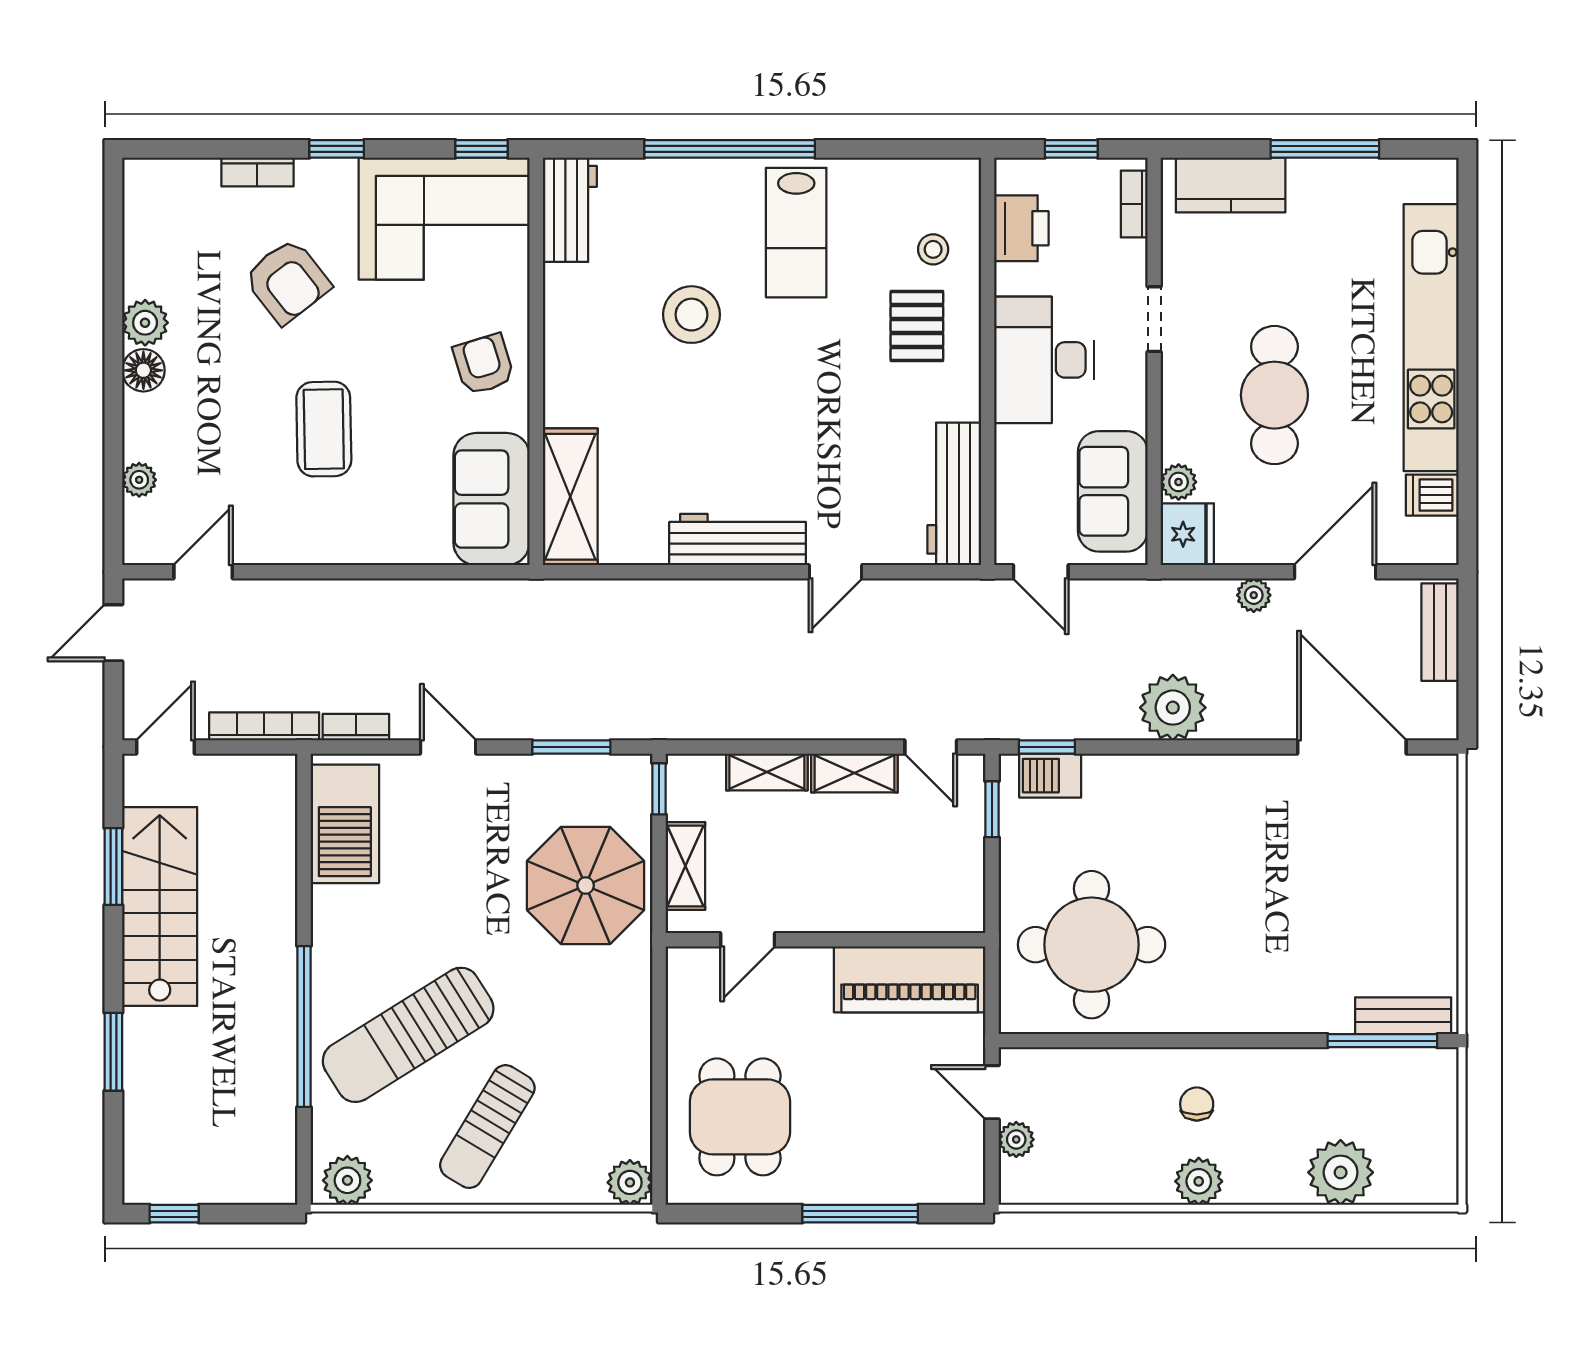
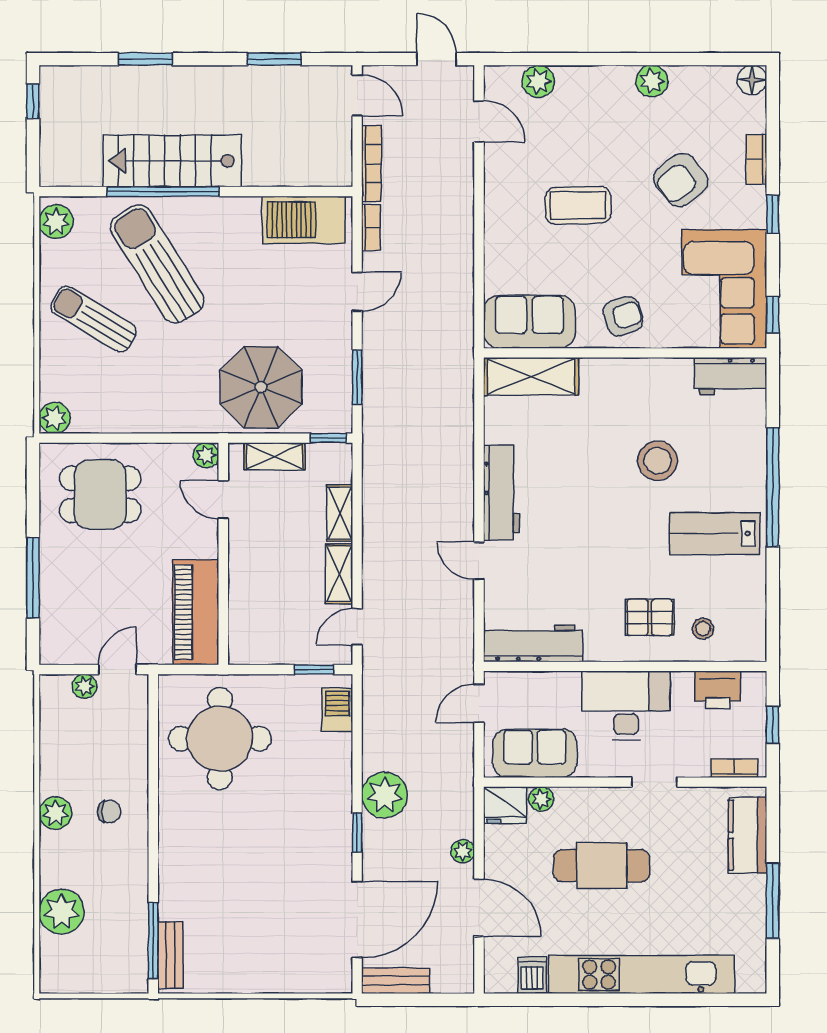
floor lamp: (143, 370) -> (752, 80), moved
plant: (139, 480) -> (538, 81), width x1.38, depth x1.38
bench: (1440, 632) -> (396, 981), moved
window: (1047, 747) -> (357, 833), moved
stairs: (160, 906) -> (172, 161), moved, turned 180
plant: (684, 965) -> (206, 455), added

